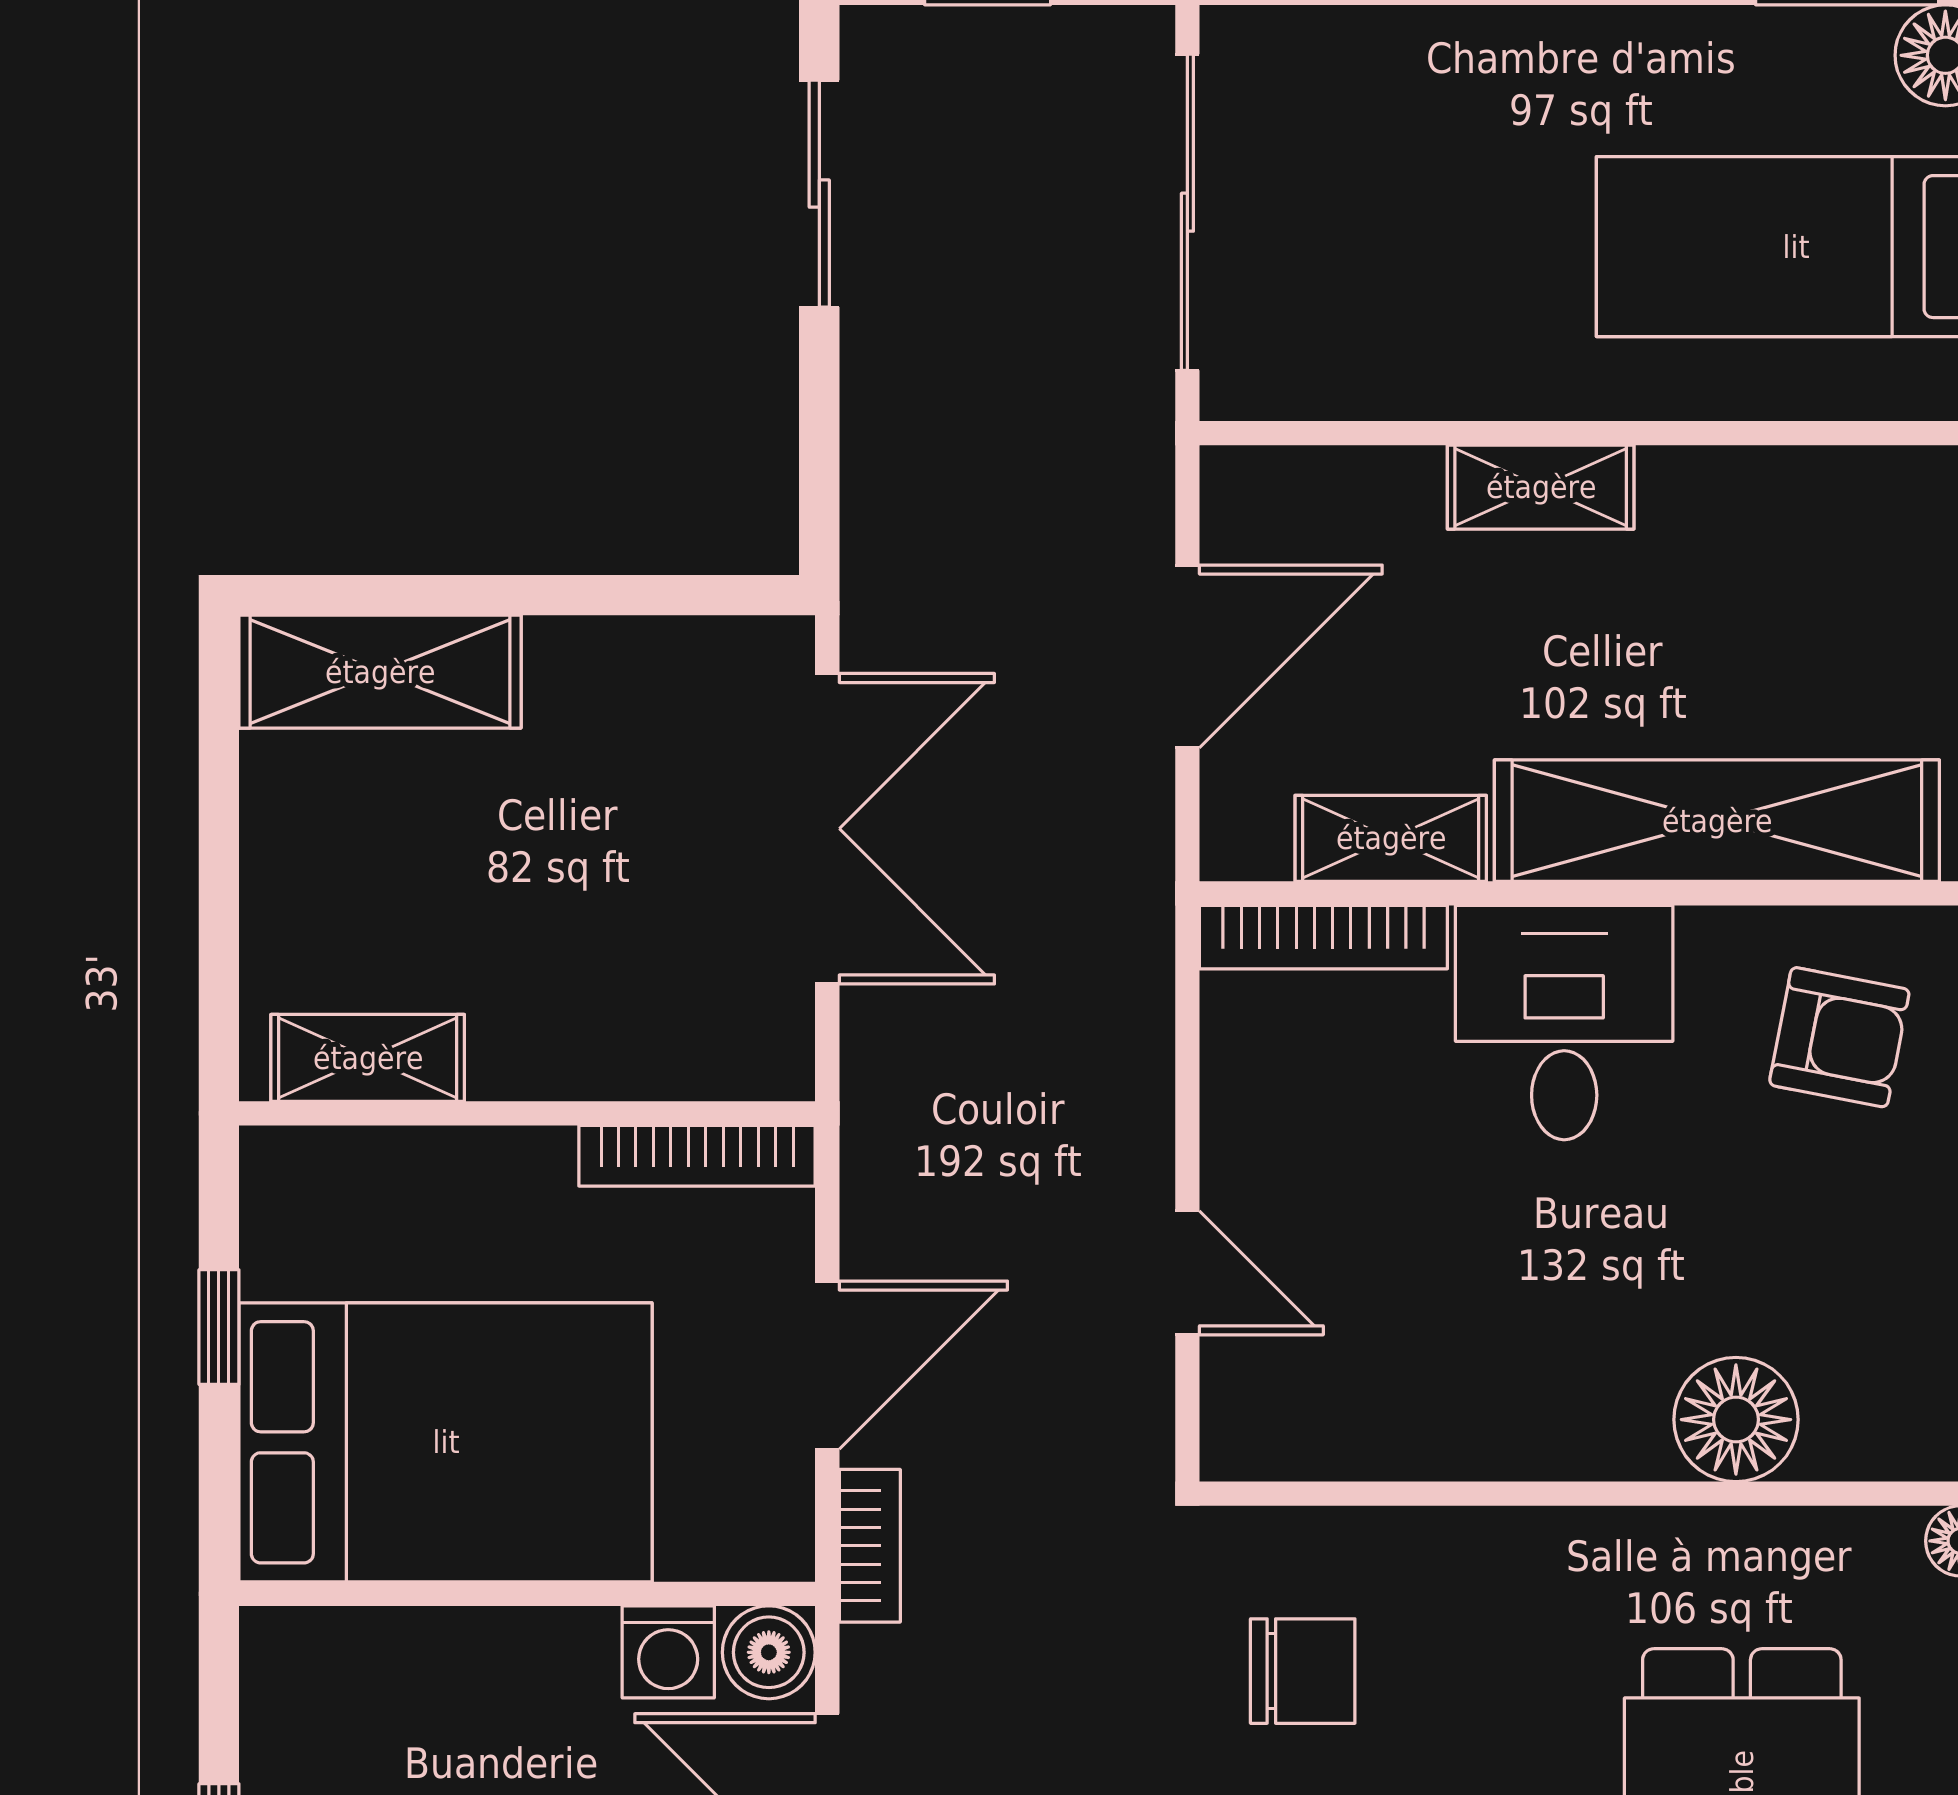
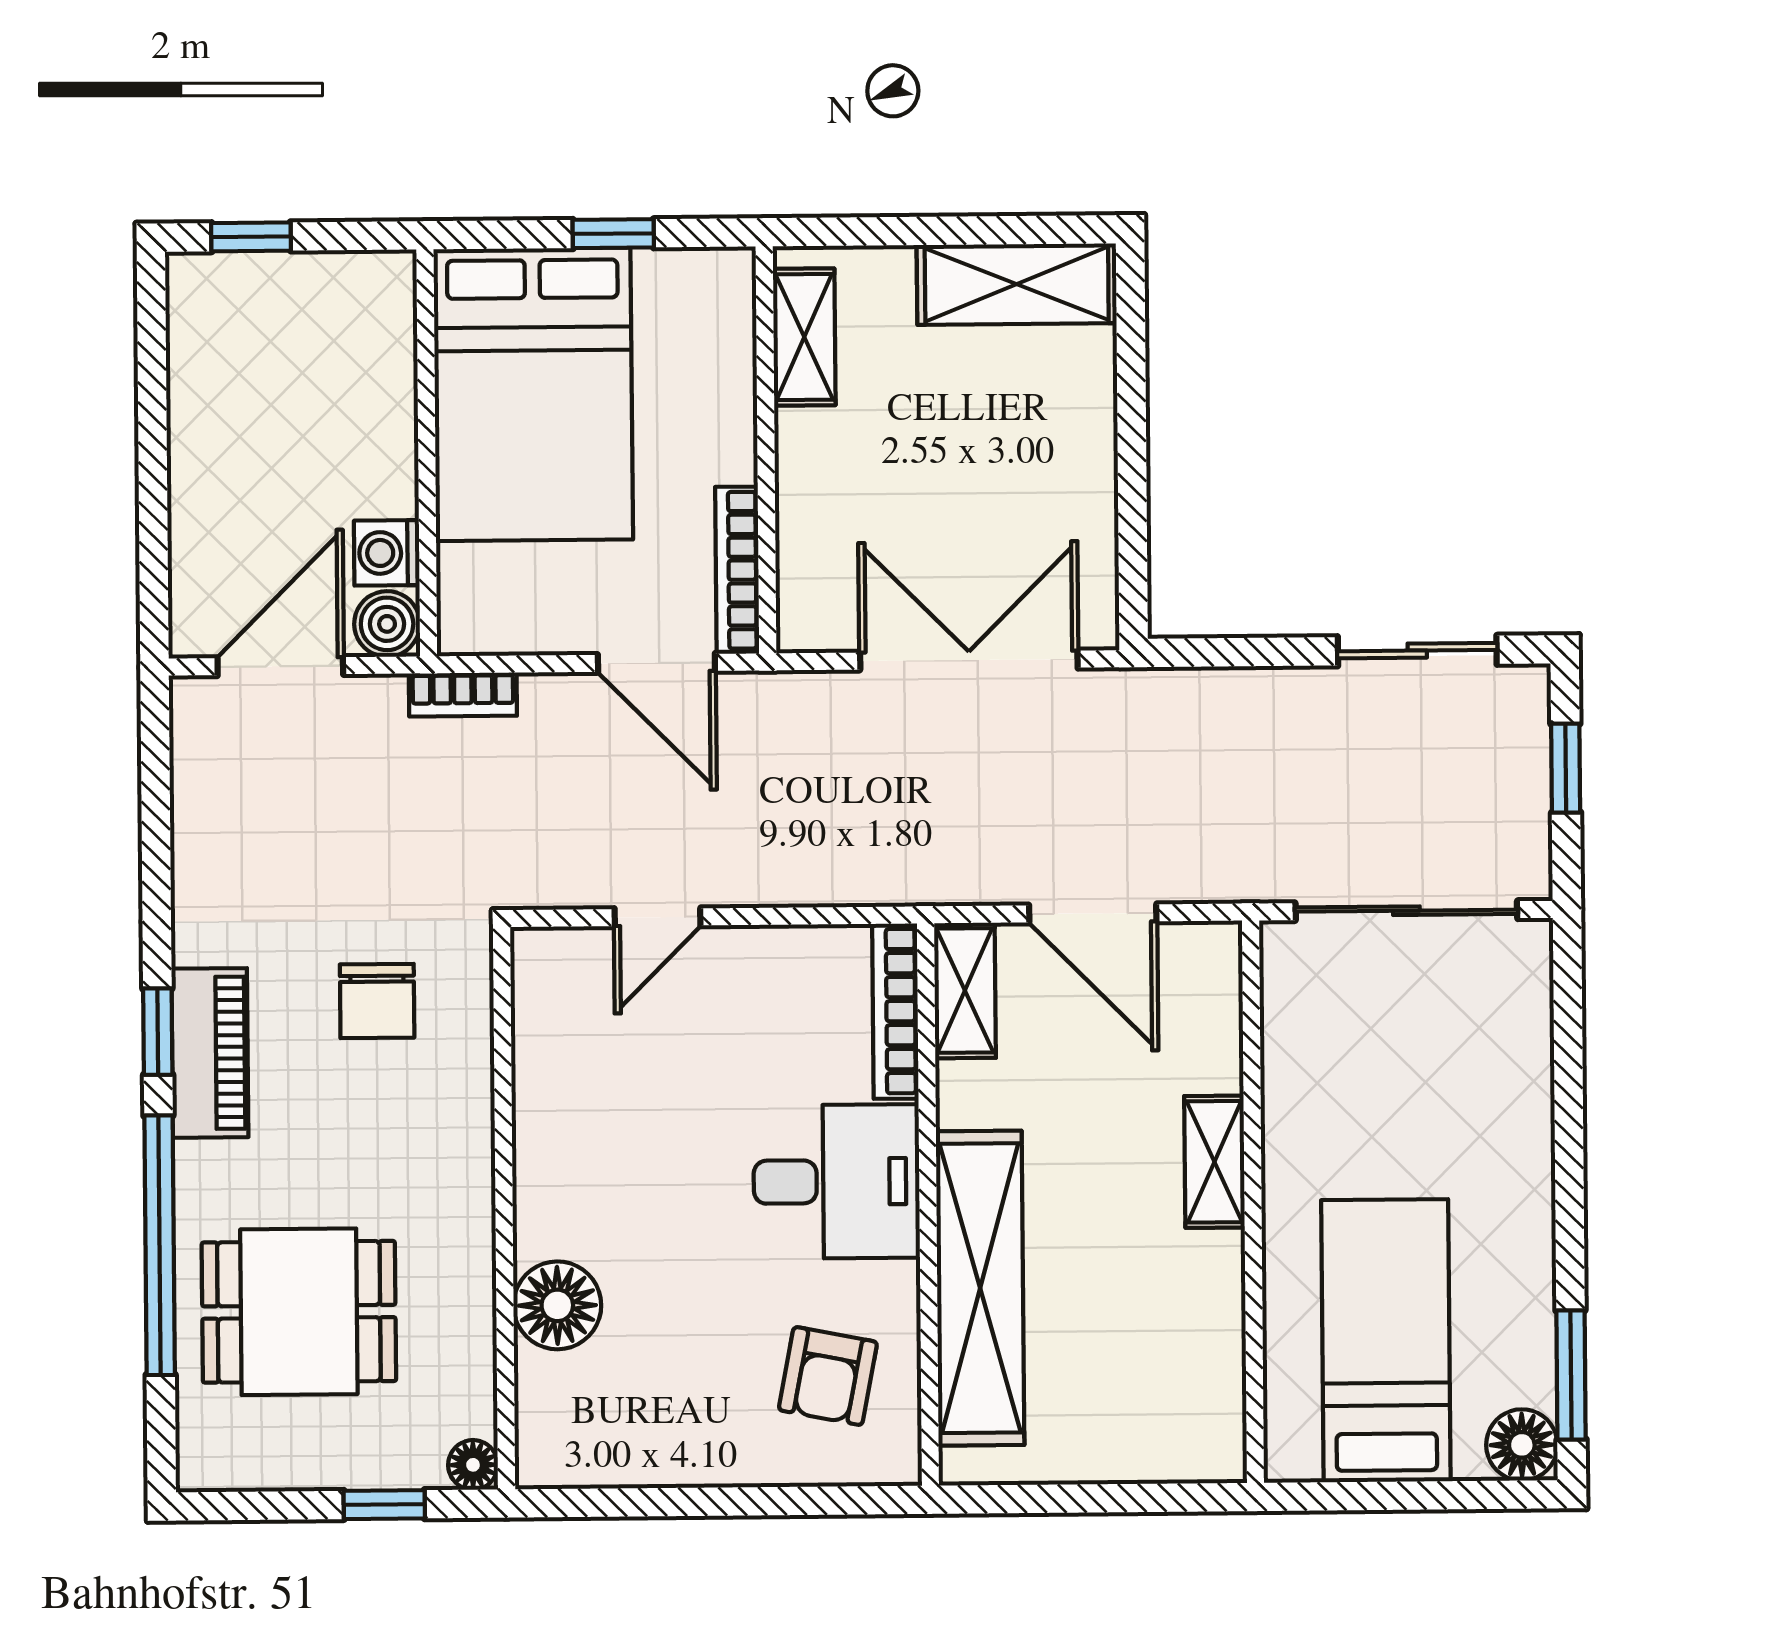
shelving: (380, 672) -> (1017, 284), moved, turned 90
double door: (827, 829) -> (969, 660), swing flipped
shelving: (1391, 838) -> (965, 990), moved
door: (827, 1365) -> (656, 663), moved

